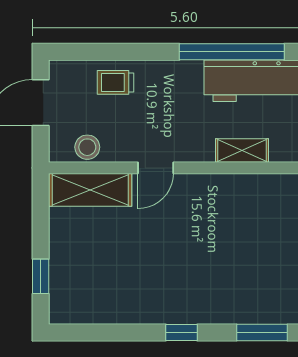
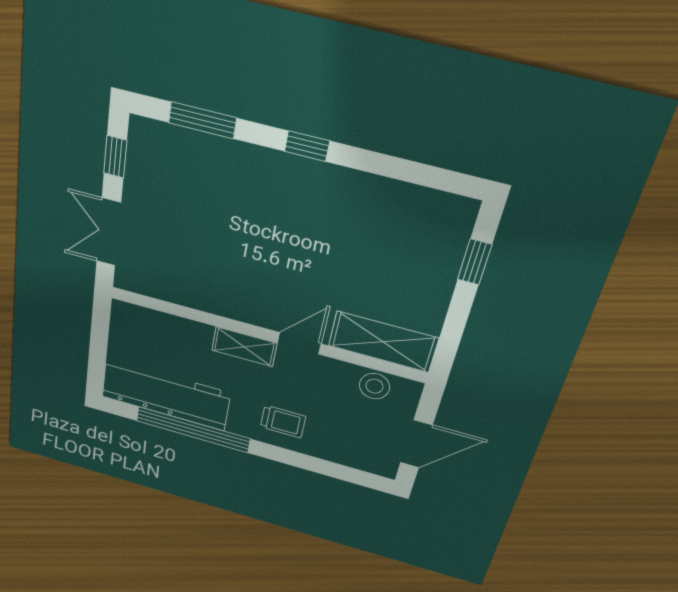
trolley: (115, 82) -> (283, 422), moved
shelving: (242, 151) -> (244, 347), moved

